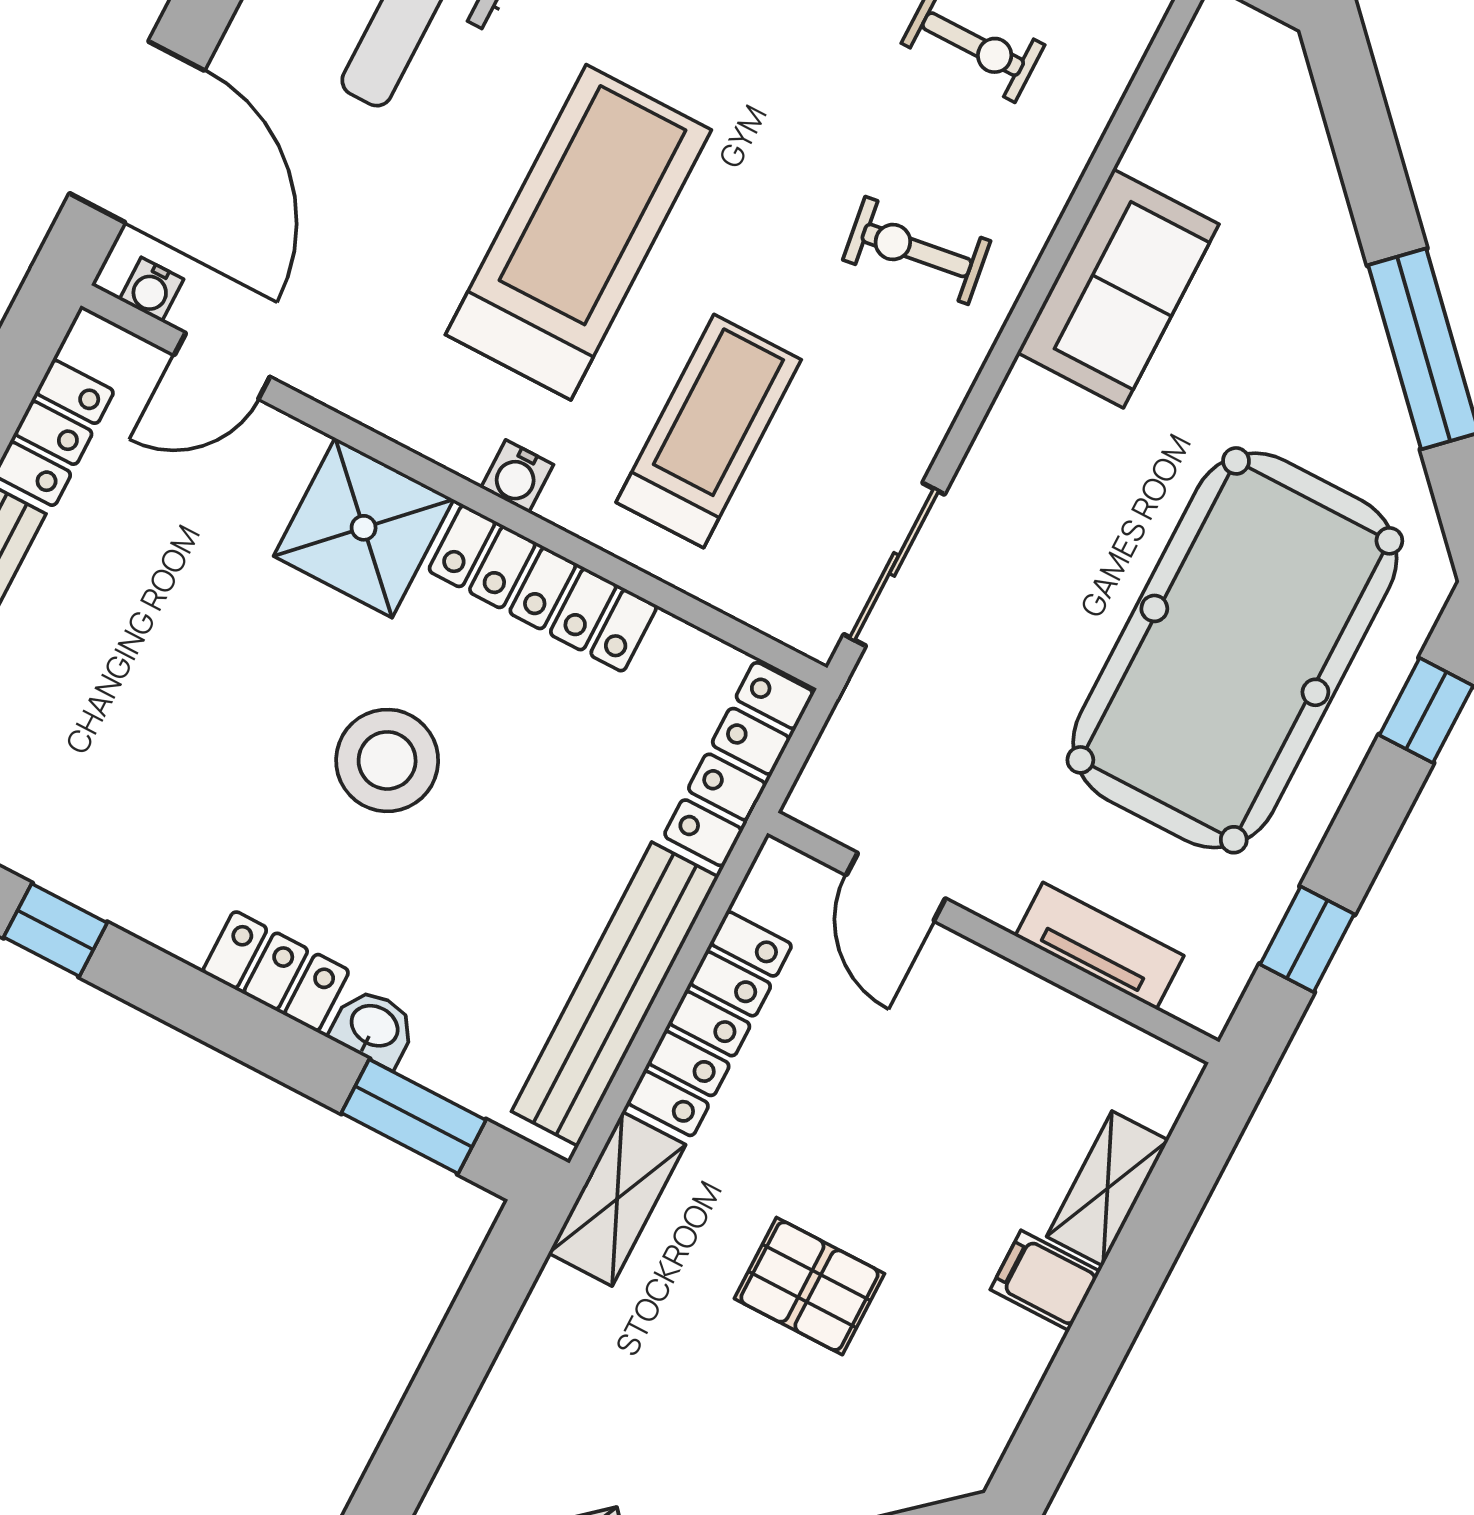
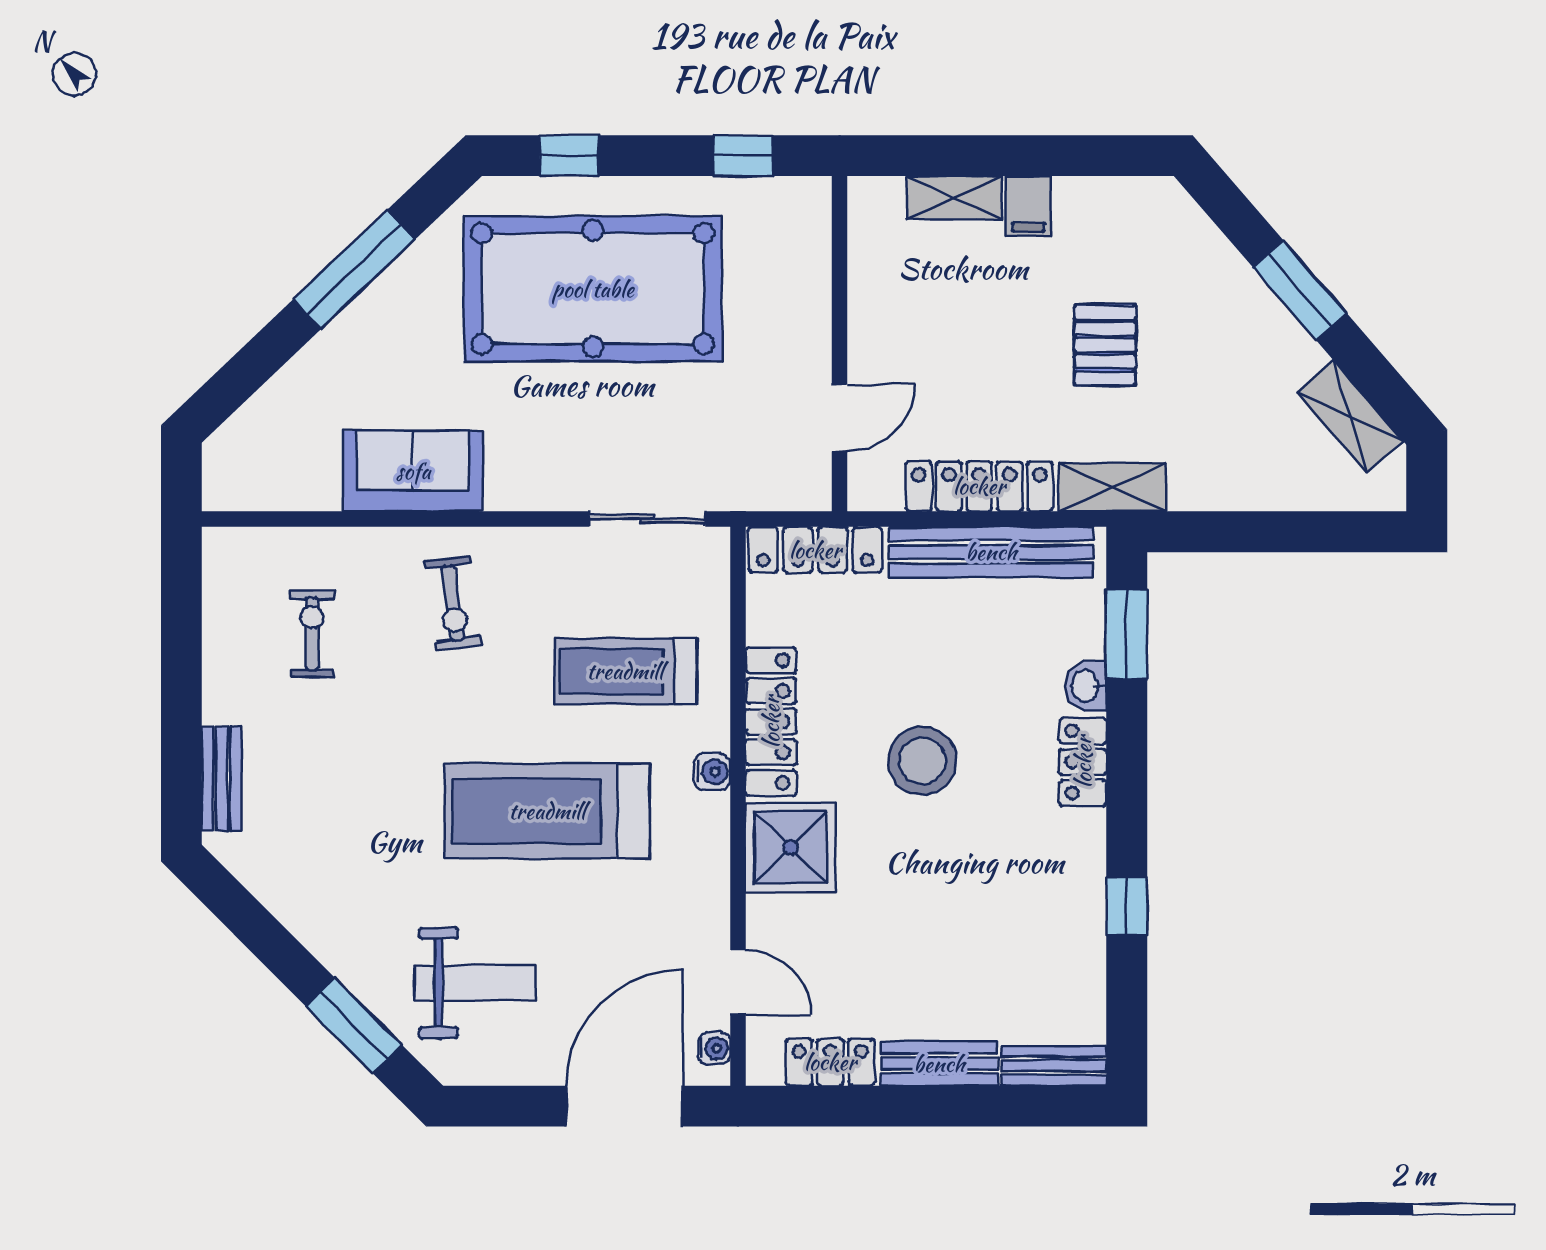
tv unit: (1100, 946) -> (812, 278), removed

